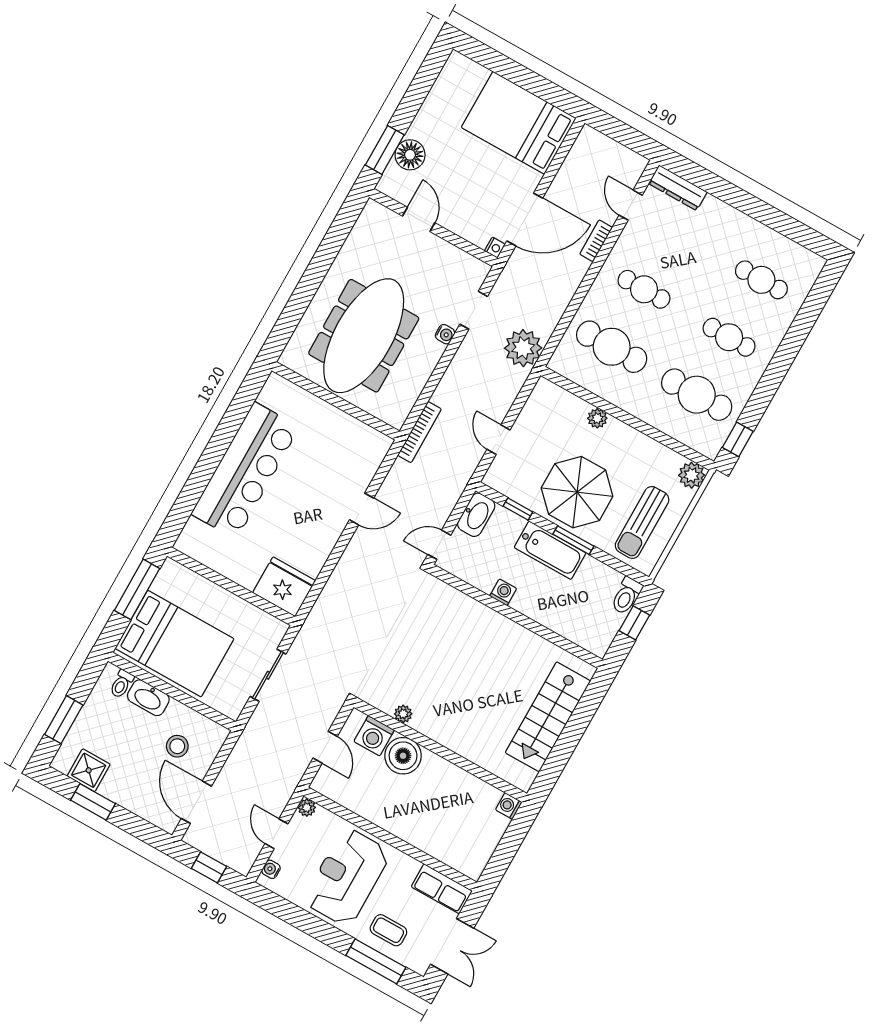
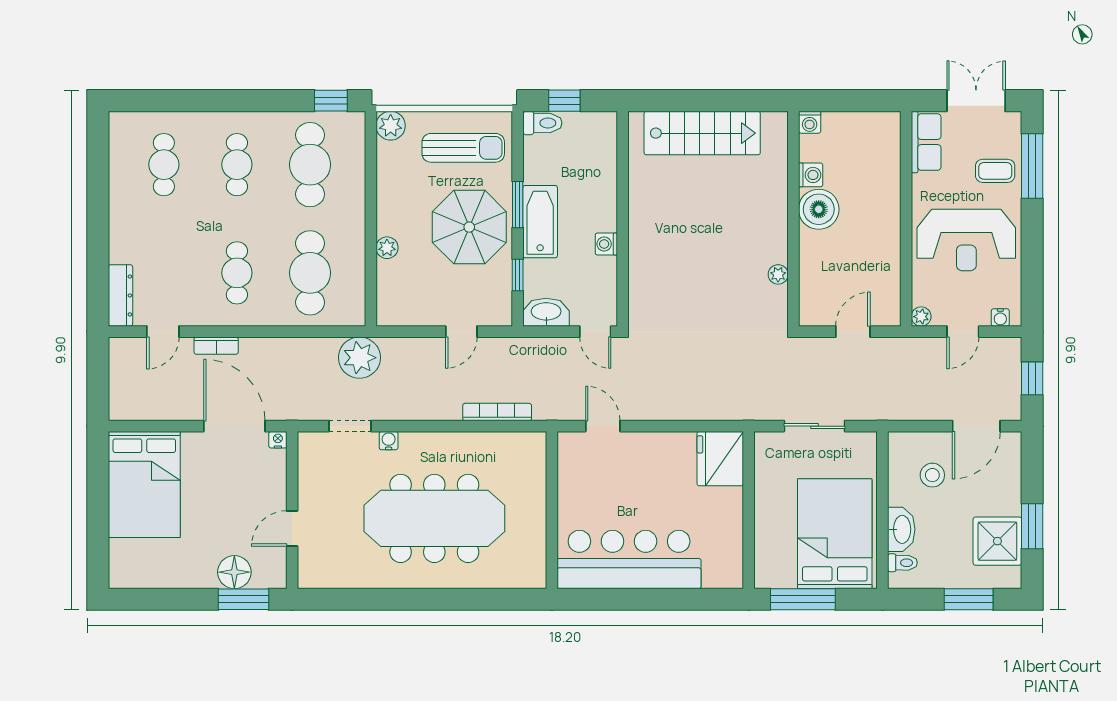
wall: (336, 401) -> (552, 510), moved
washing machine: (374, 736) -> (811, 175), moved, width x0.73, depth x0.73
boiler: (403, 756) -> (819, 209), moved
shower: (89, 770) -> (997, 541), width x1.36, depth x1.36
coffee table: (388, 930) -> (995, 171), turned 90

